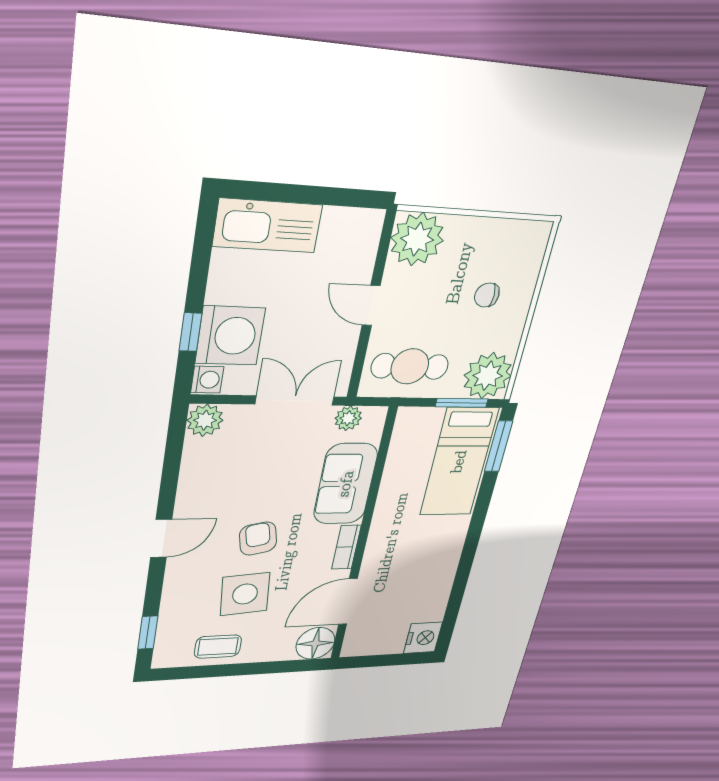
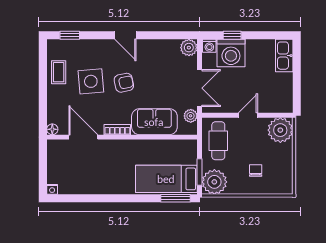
kitchen sink: (268, 226) -> (284, 56), width x0.73, depth x0.81
nightstand: (423, 638) -> (52, 189), width x0.53, depth x0.56
floor lamp: (315, 643) -> (52, 129), width x0.53, depth x0.53

